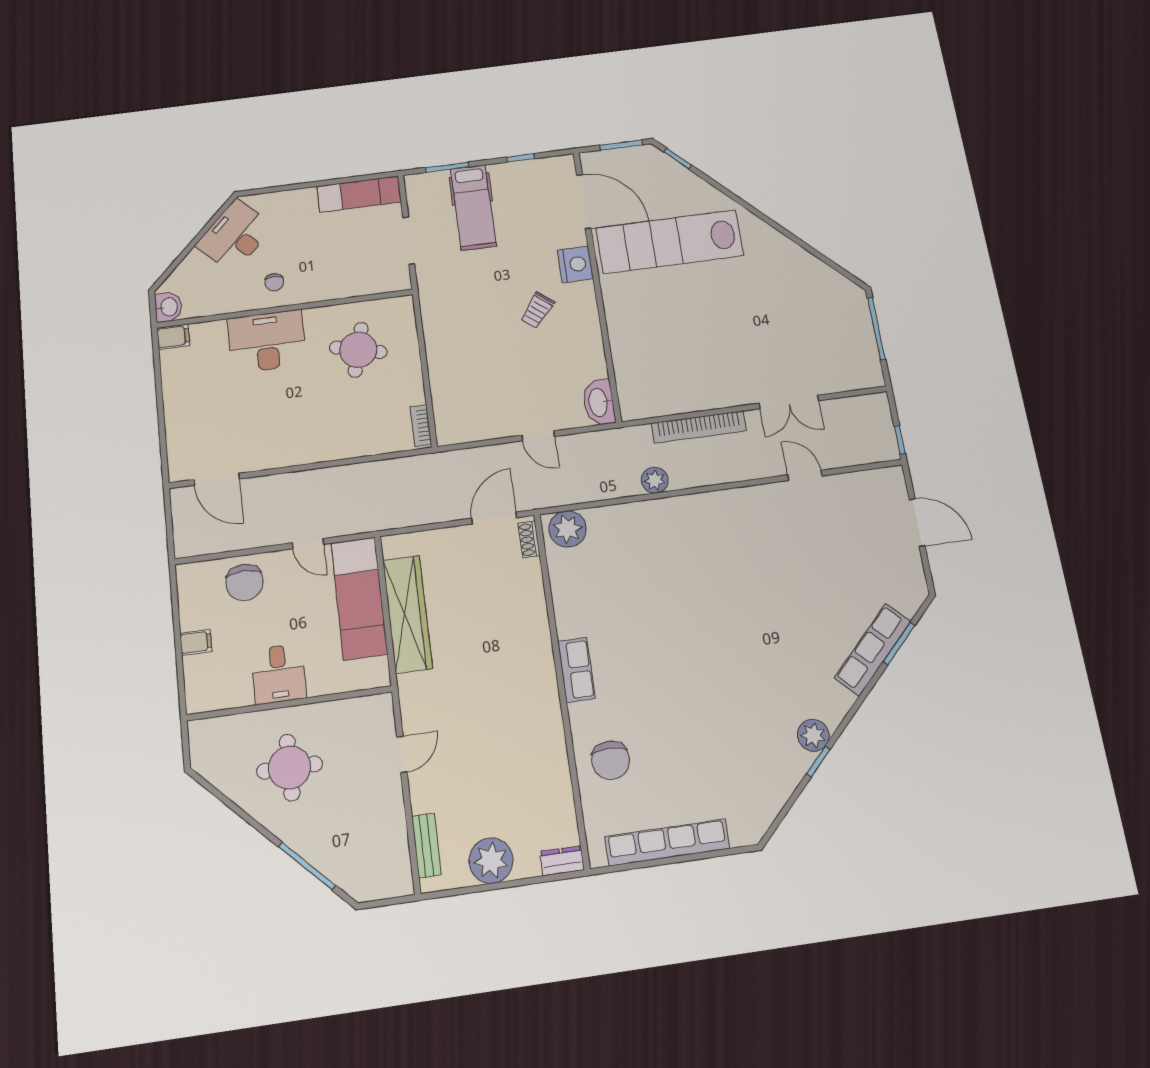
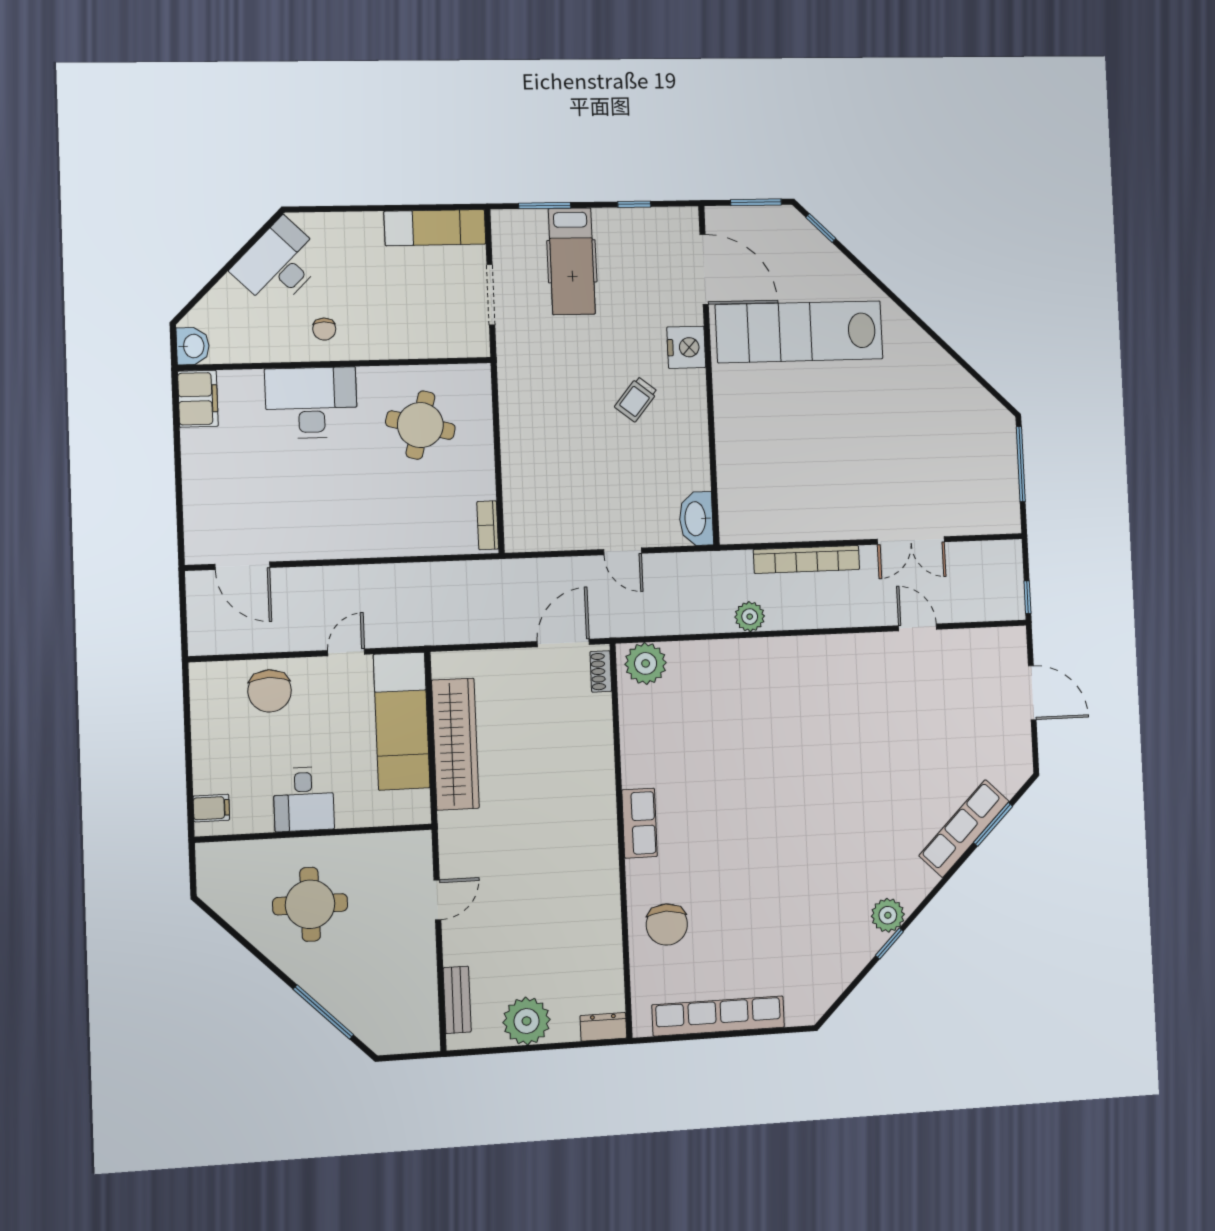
filing cabinet: (173, 337) -> (198, 399), width x2.00
door: (308, 544) -> (346, 652), swing flipped
filing cabinet: (196, 642) -> (211, 808), moved

